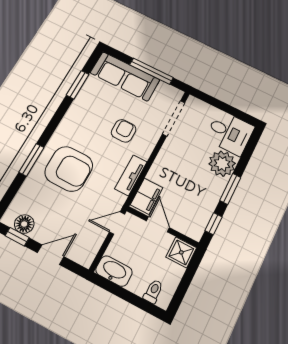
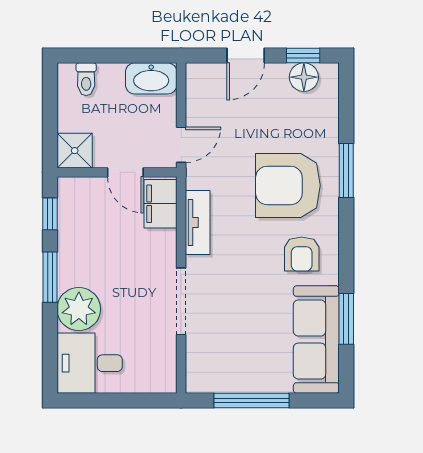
sofa: (125, 76) -> (316, 340), moved, turned -90
doorway: (174, 118) -> (181, 301), moved
armchair: (124, 131) -> (302, 254), moved

